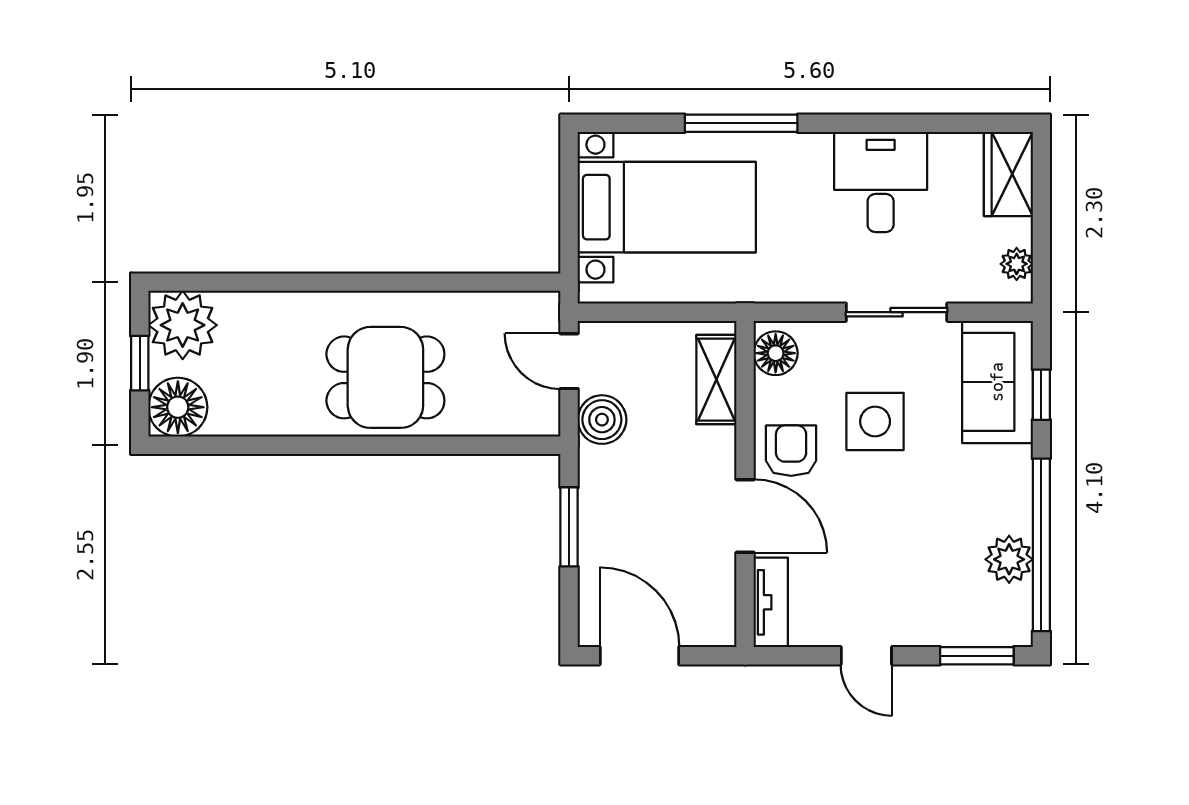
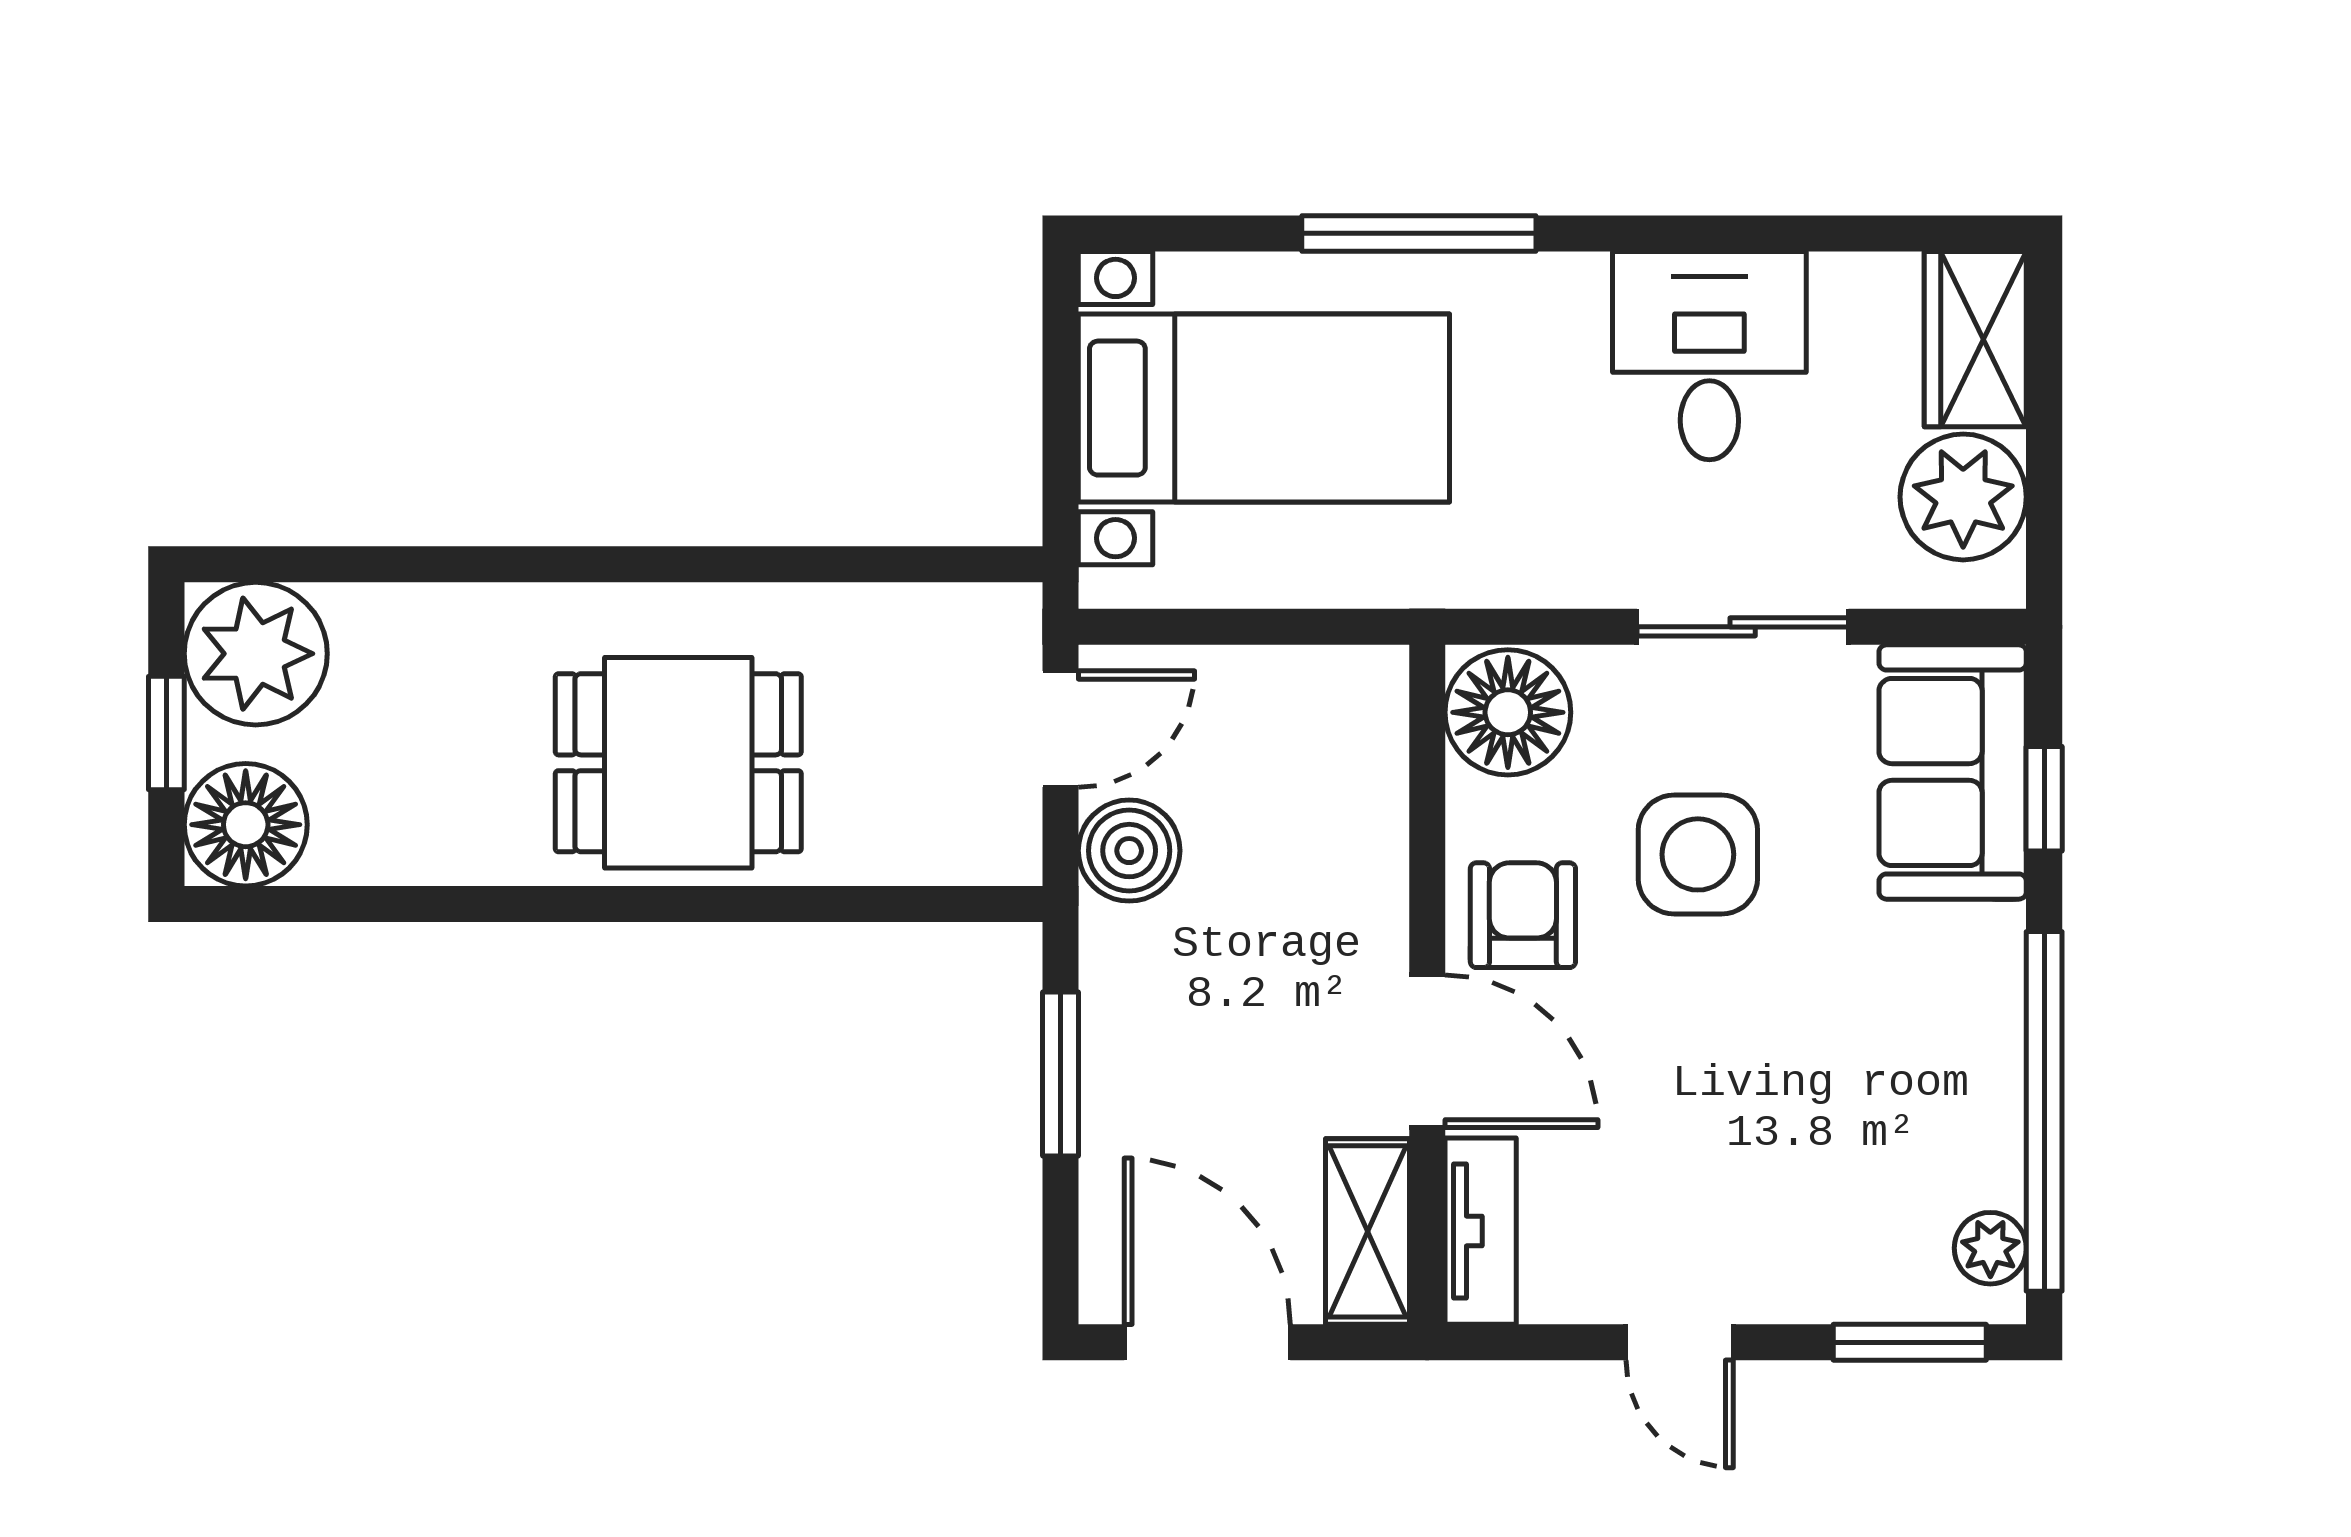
plant: (1017, 264) -> (1963, 497), width x1.88, depth x1.88
floor lamp: (776, 353) -> (1508, 712), width x1.38, depth x1.38
door: (569, 361) -> (1061, 729), swing flipped
shelving: (716, 380) -> (1367, 1231), moved
plant: (1009, 559) -> (1990, 1248), moved, width x0.73, depth x0.73

